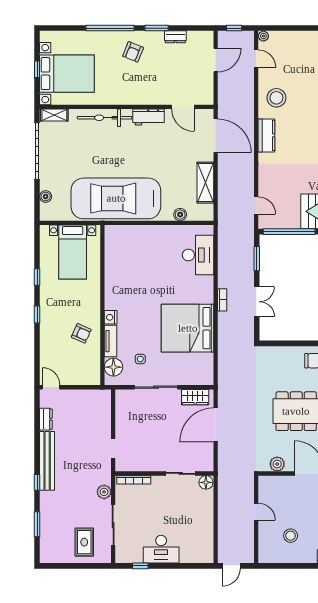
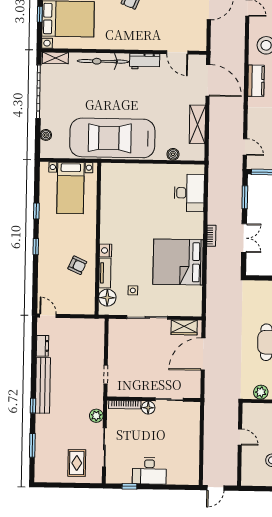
floor lamp: (206, 482) -> (148, 408), moved

